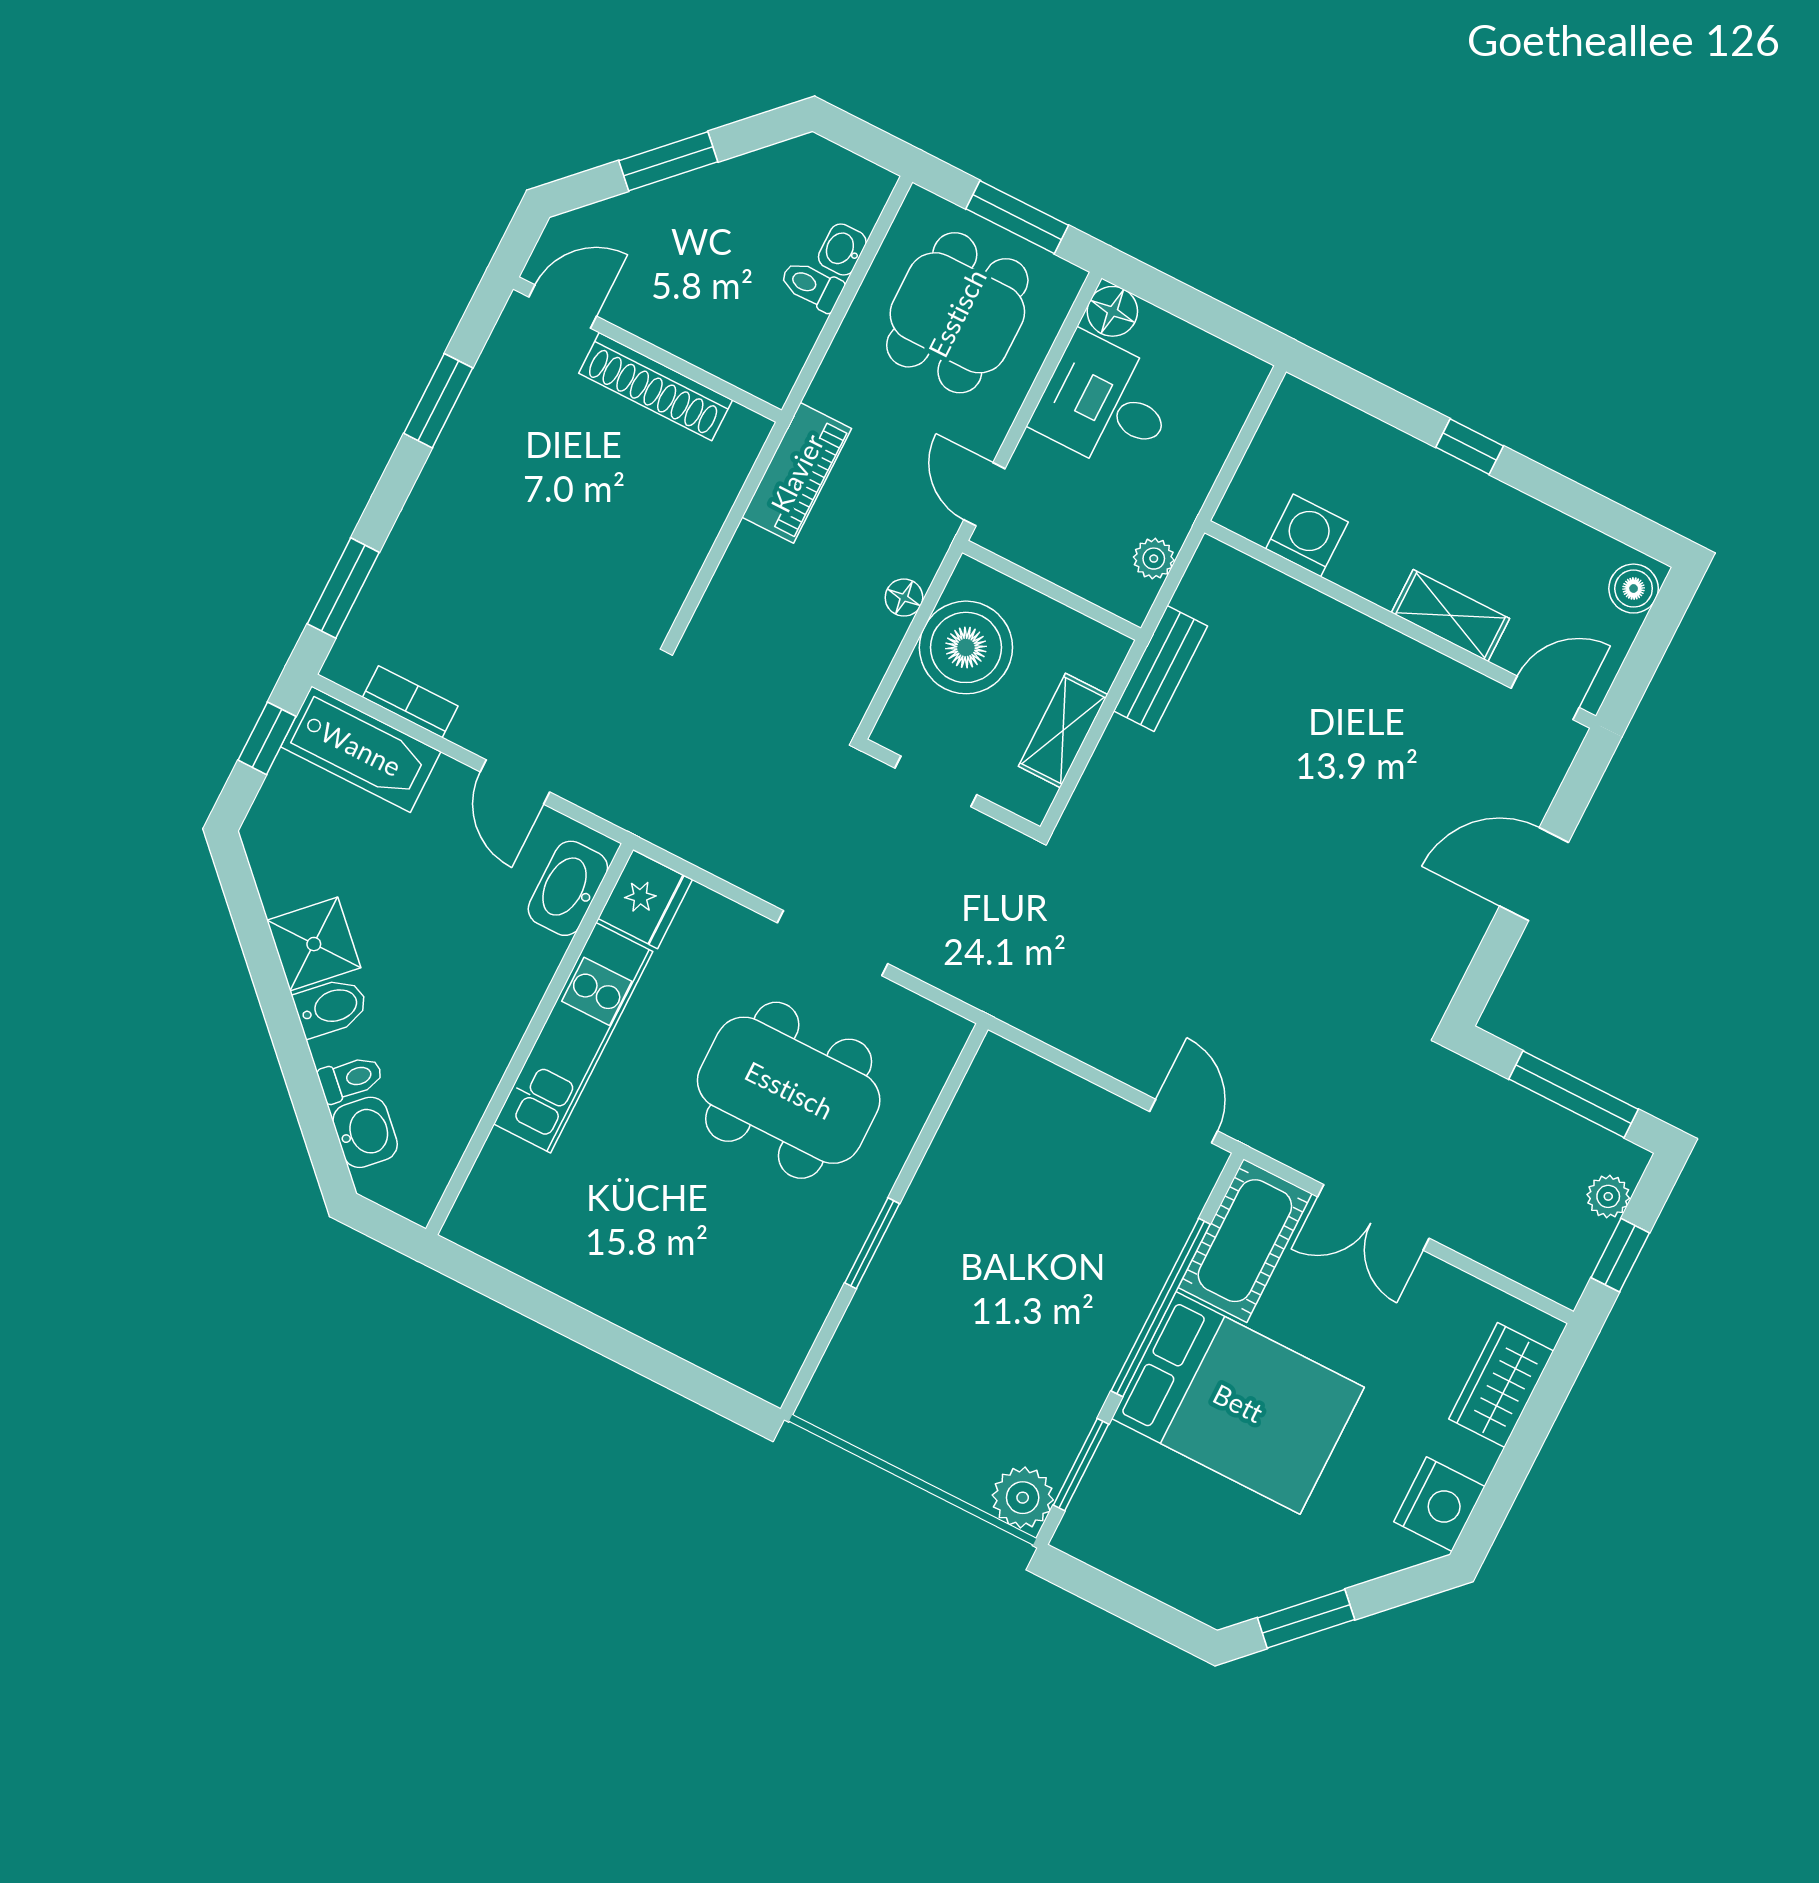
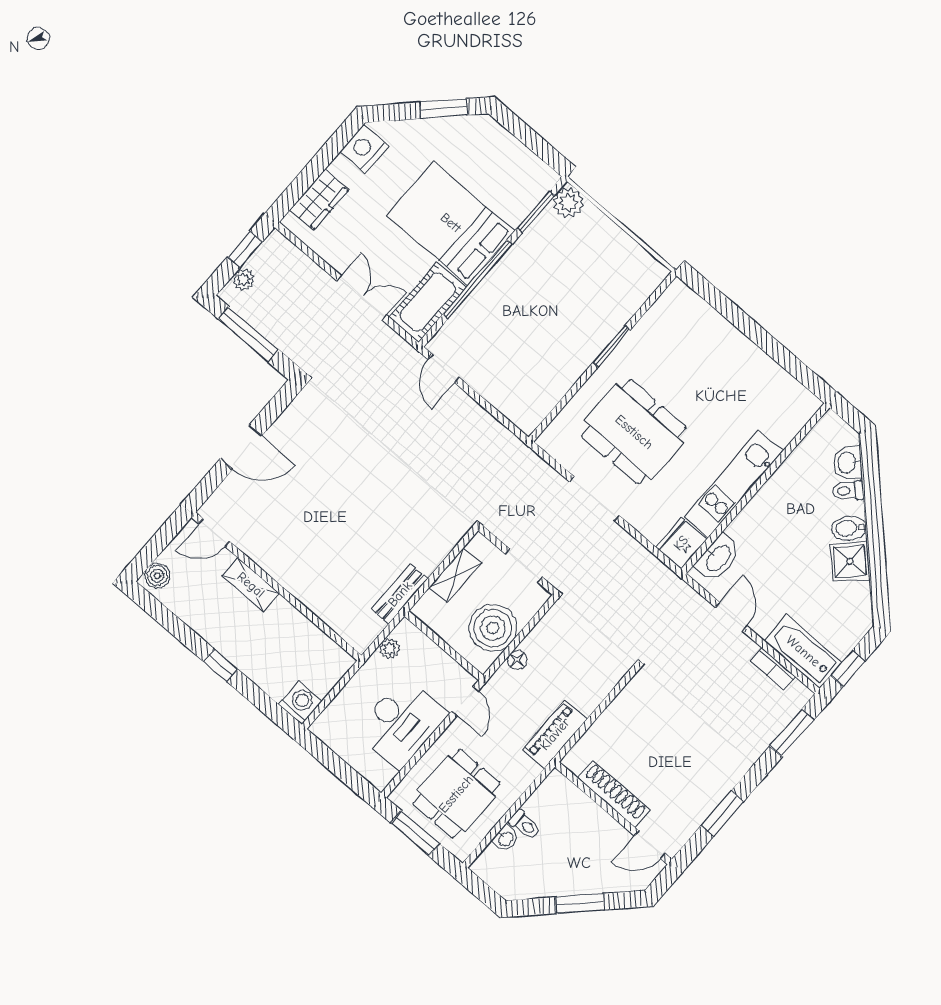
floor lamp: (1112, 311) -> (380, 775), removed
desk: (1106, 404) -> (401, 723), width x1.37
washing machine: (1307, 535) -> (300, 703), moved, turned 180

